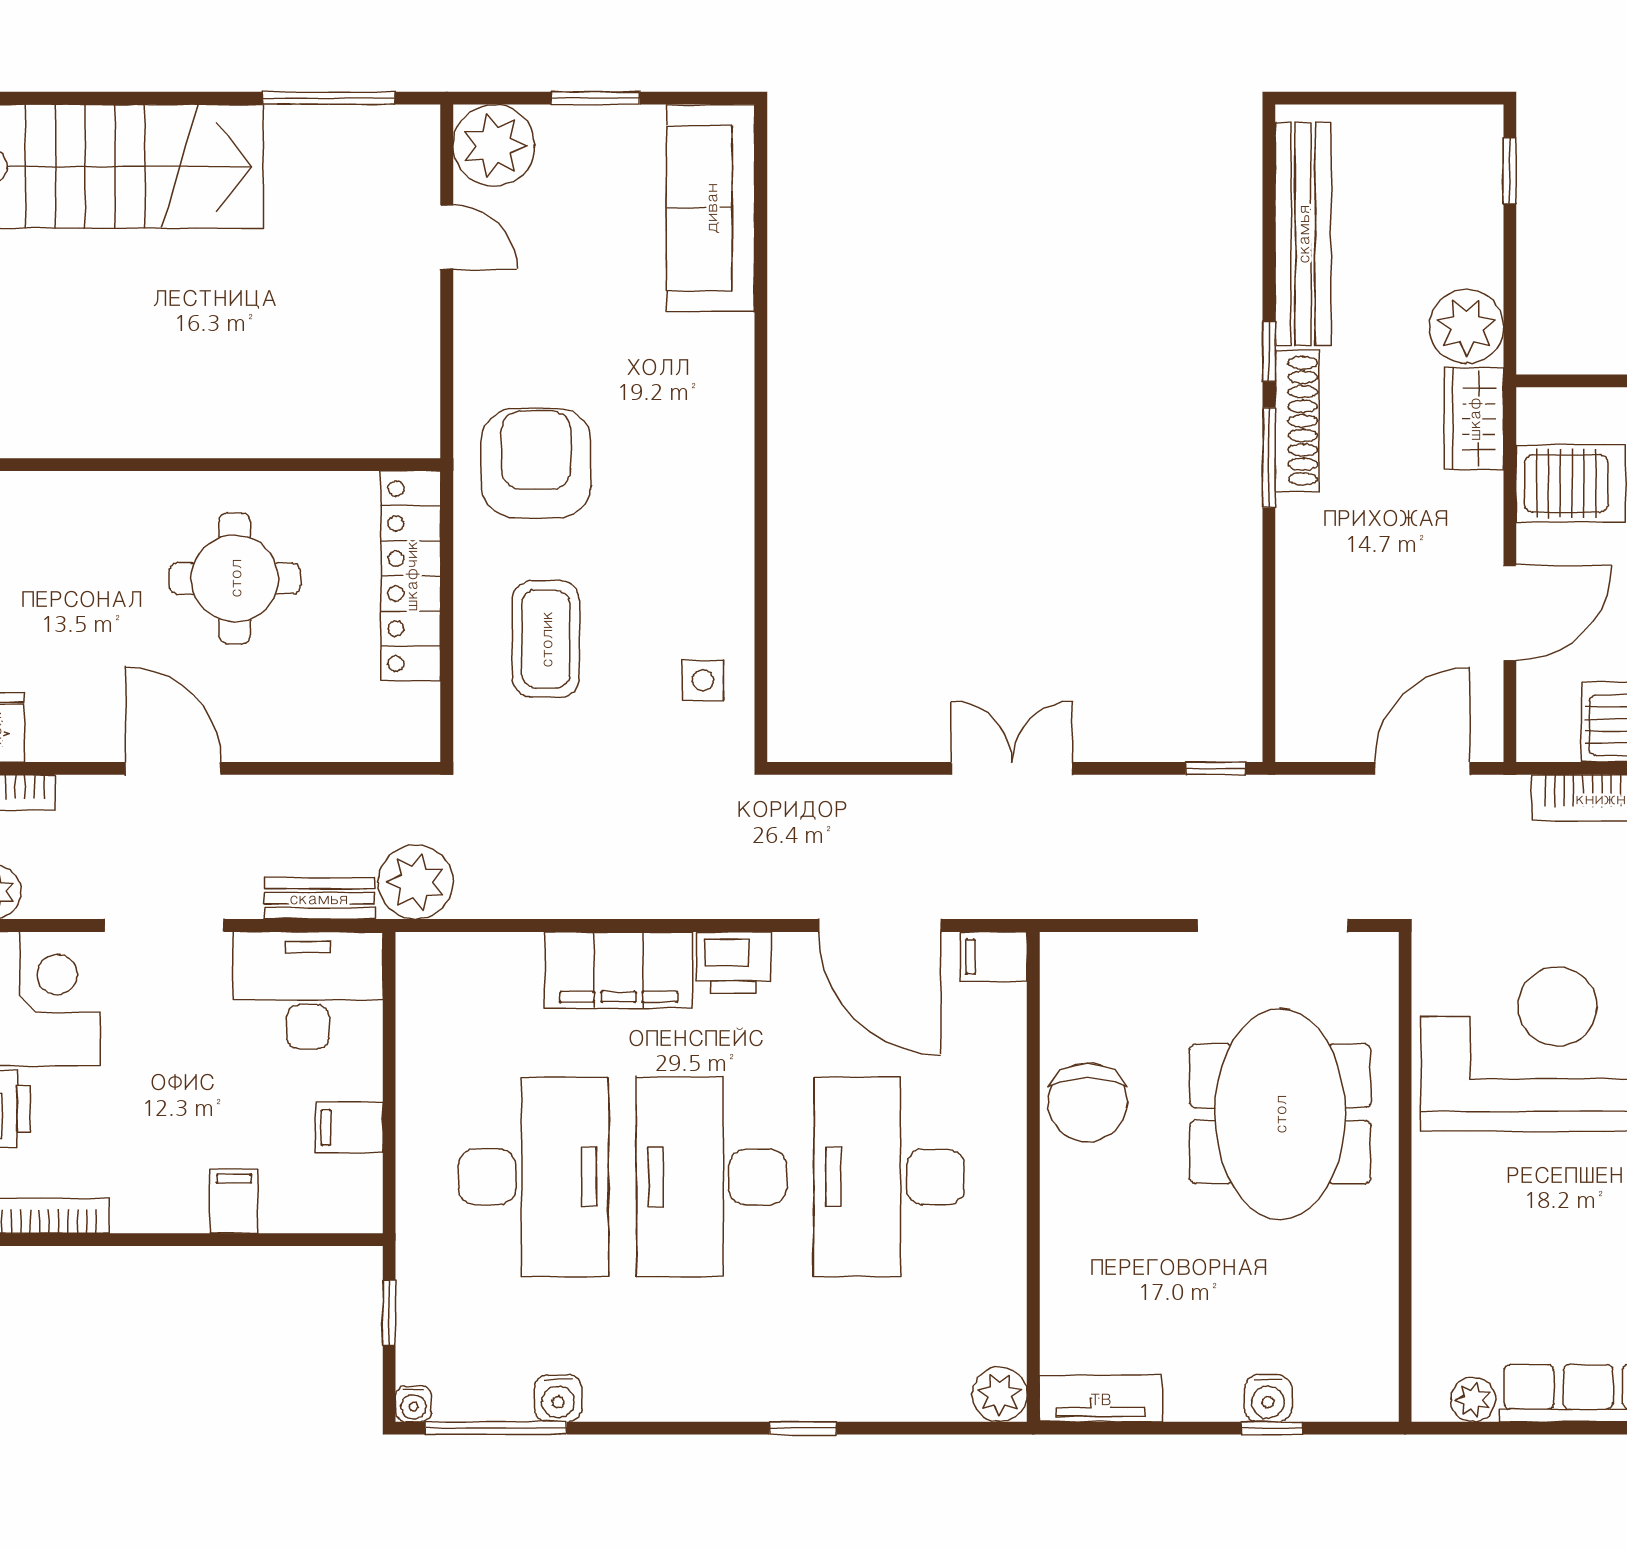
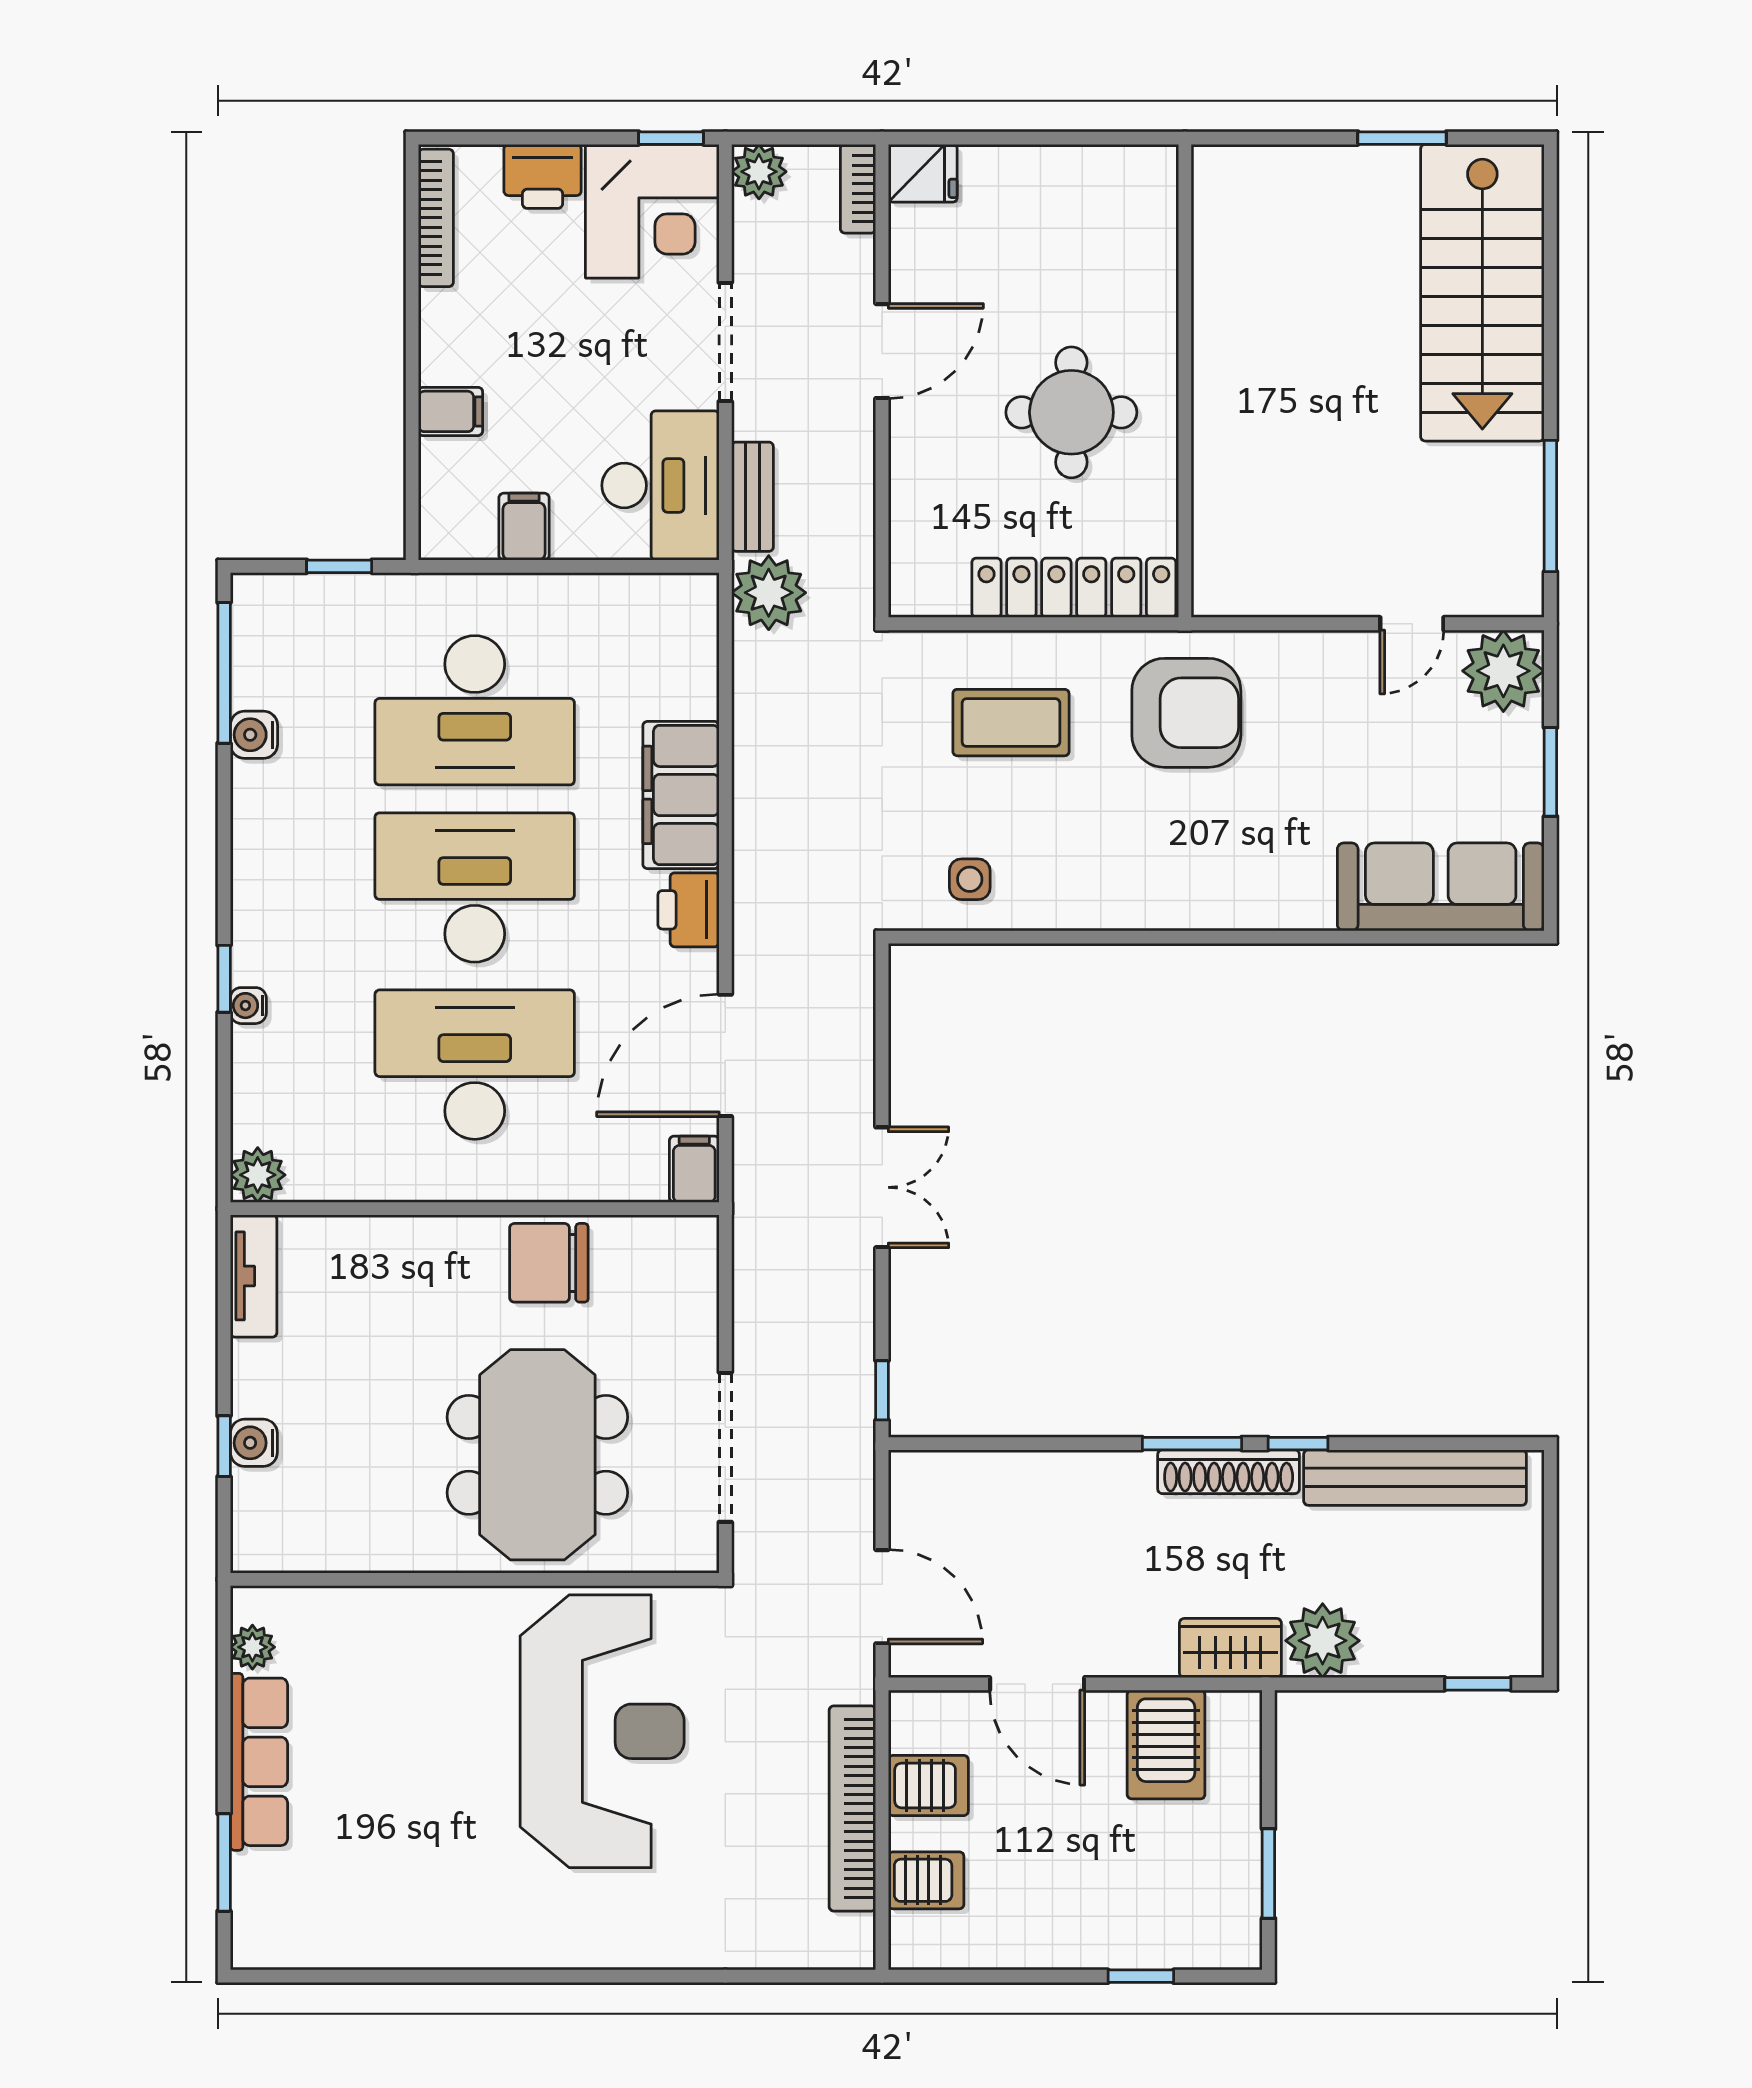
meeting table: (1280, 1114) -> (537, 1455), turned 90
water cooler: (413, 1404) -> (248, 1006), moved

